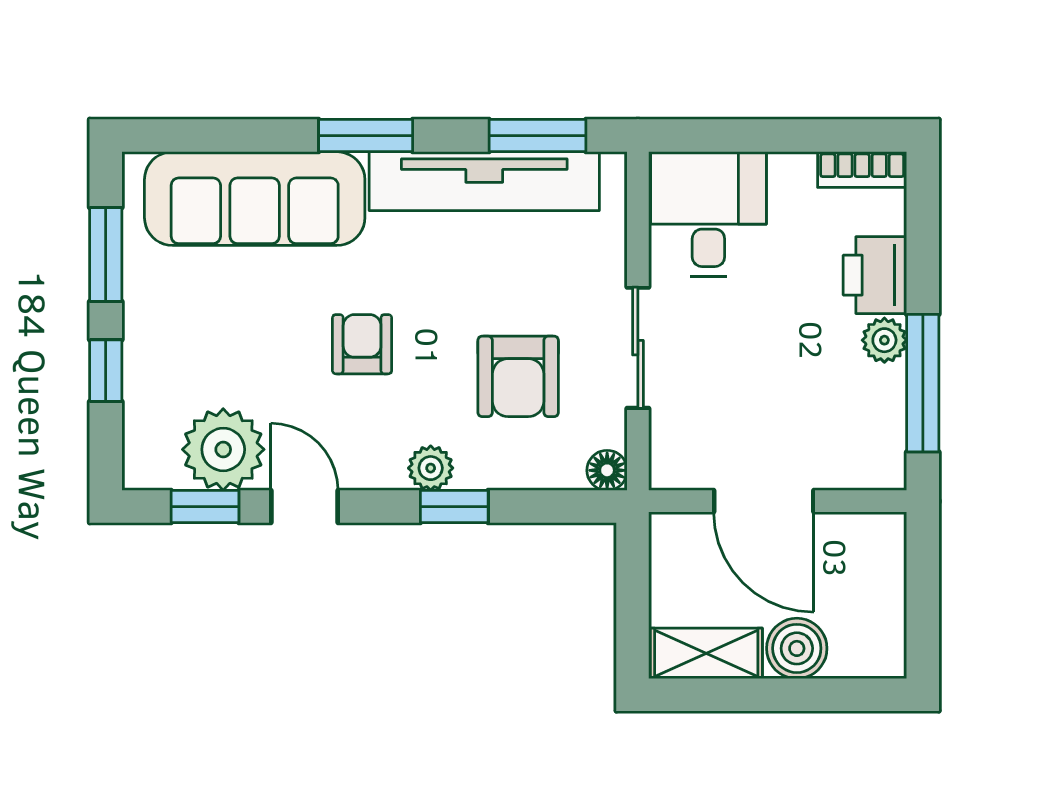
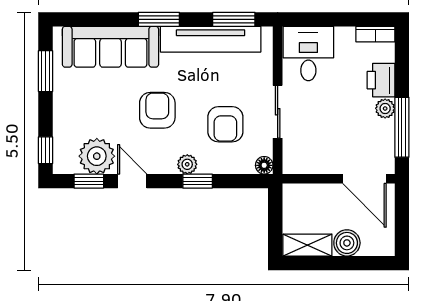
armchair: (362, 344) -> (157, 110), width x1.38, depth x1.38
window: (106, 371) -> (46, 150), moved
door: (764, 501) -> (364, 179), moved

